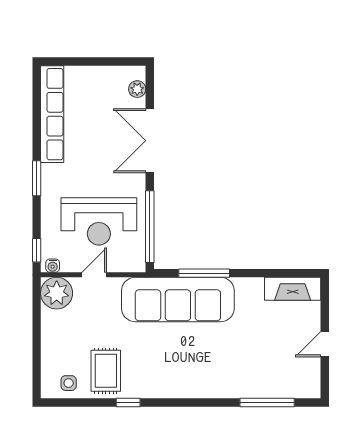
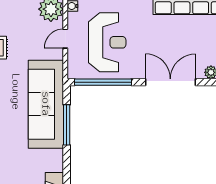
reception desk: (99, 221) -> (107, 42), turned 180
door: (94, 275) -> (65, 39), swing flipped

